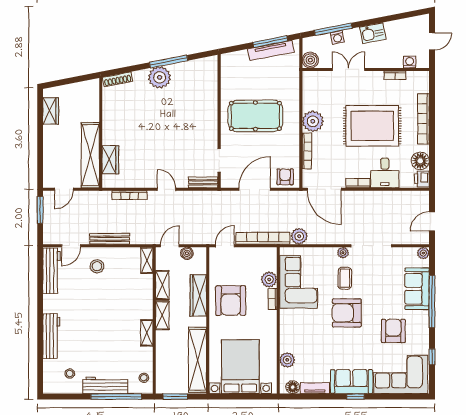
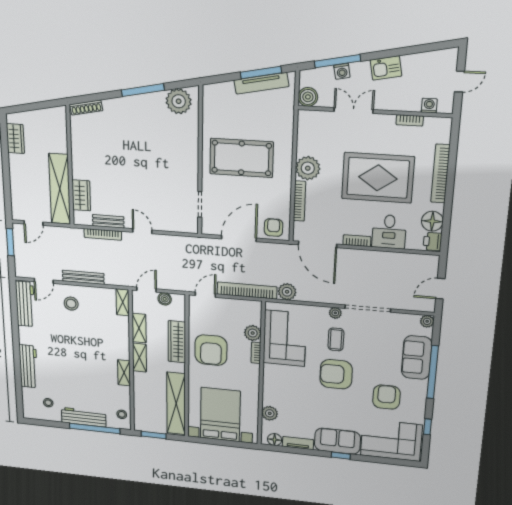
plant: (160, 77) -> (179, 101), moved
bench: (203, 182) -> (108, 221), moved

